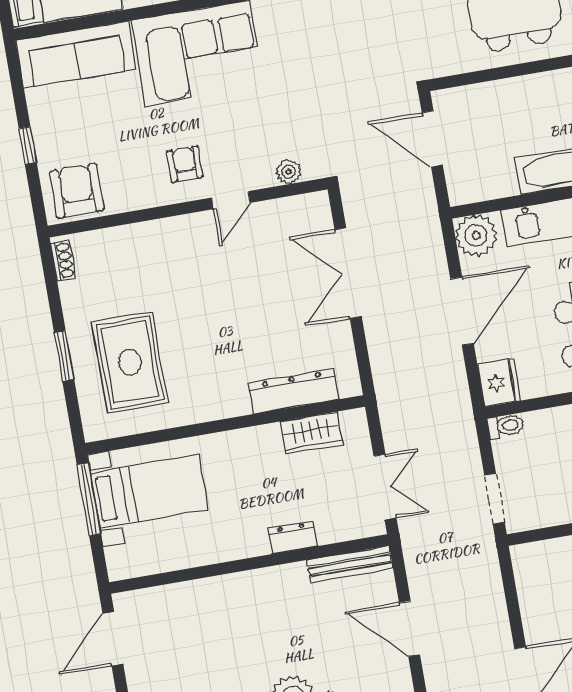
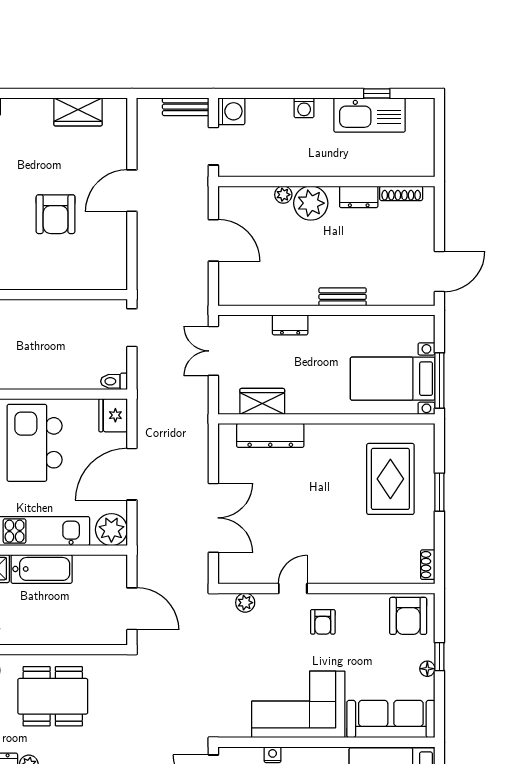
floor lamp: (41, 127) -> (427, 669), added
bench: (350, 564) -> (343, 297), moved, width x0.73

